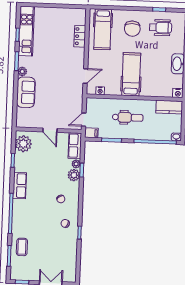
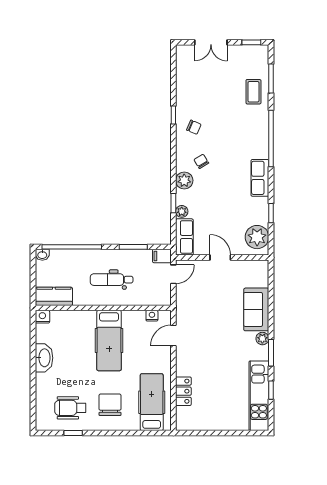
plant: (74, 175) -> (184, 180), moved

